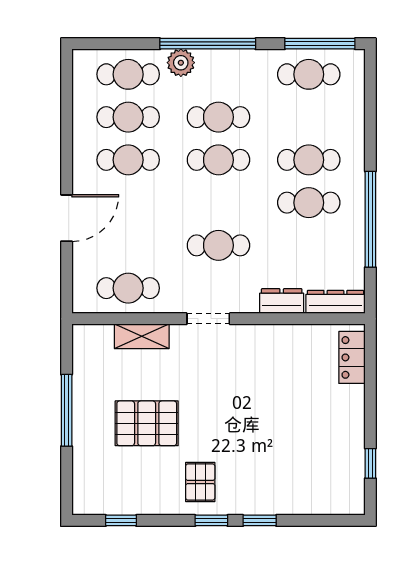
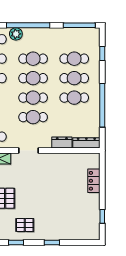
cafe table: (309, 74) -> (74, 59), moved
window: (370, 106) -> (102, 54), added
cafe table: (218, 203) -> (33, 98), added
locker: (352, 357) -> (94, 181), moved
pallet: (200, 482) -> (25, 225), turned 90
window: (211, 520) -> (16, 242), moved

